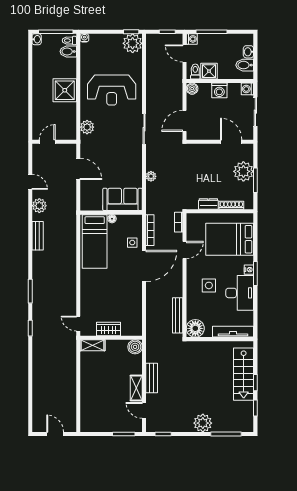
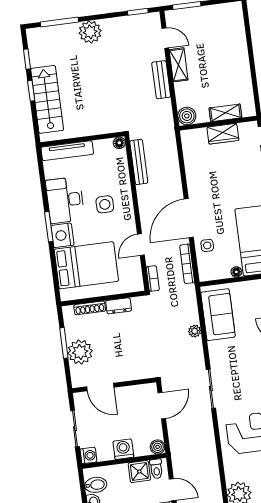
sofa: (123, 199) -> (218, 315), moved, turned -90
nightstand: (249, 270) -> (63, 235), width x1.89, depth x1.79
floor lamp: (195, 328) -> (119, 143), width x0.53, depth x0.53
shelving: (93, 345) -> (225, 113), moved

